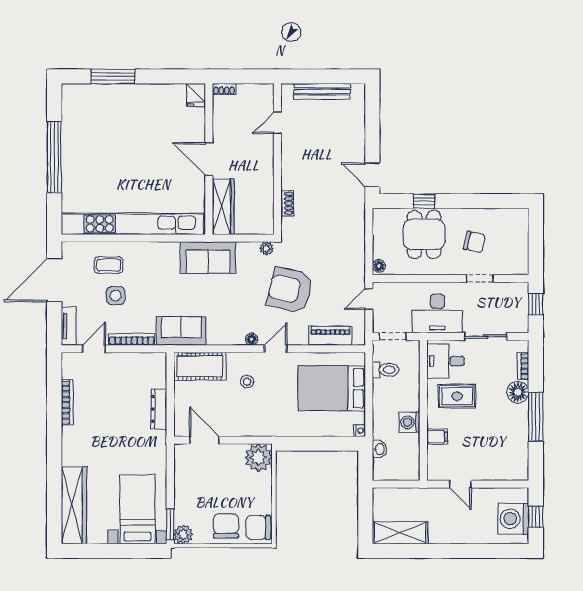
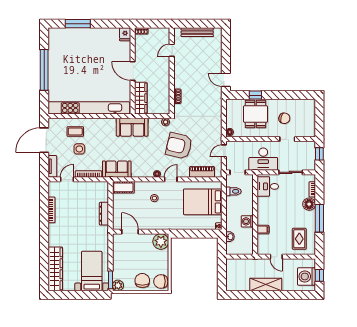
cot: (200, 366) -> (123, 187), width x0.73, depth x0.75
rug: (457, 396) -> (299, 239), moved, turned 90
shelving: (400, 533) -> (266, 284), moved

